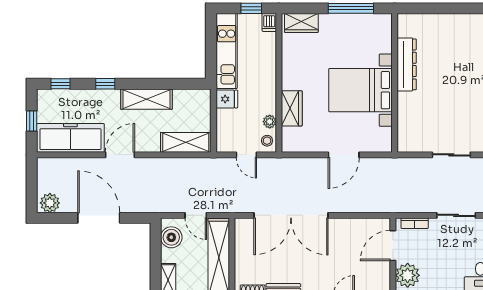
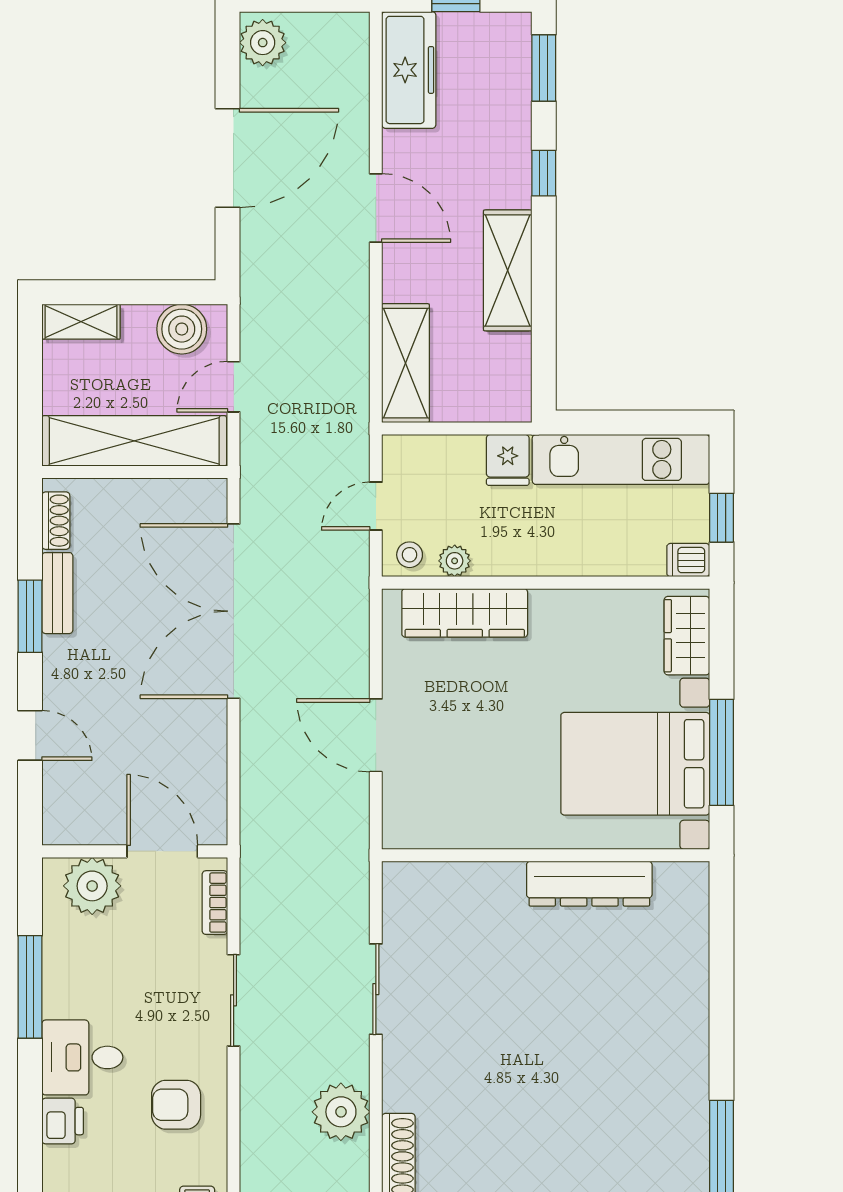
window: (61, 84) -> (544, 68), width x1.50
bed with nightstands: (360, 90) -> (635, 764), moved, turned -90
wardrobe: (292, 108) -> (465, 613), width x1.50
freezer: (70, 138) -> (409, 70), width x0.73, depth x0.79

